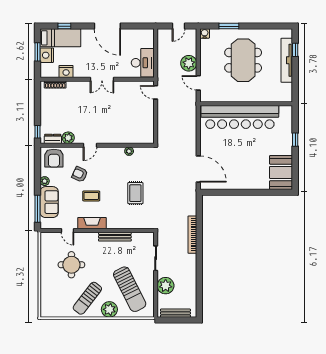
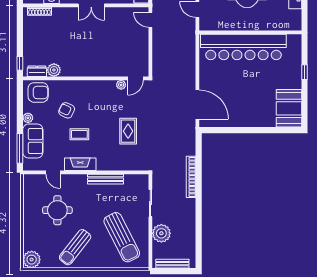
door: (90, 145) -> (135, 78), moved
armchair: (54, 158) -> (38, 92), turned -90
plant: (109, 309) -> (32, 260), moved

